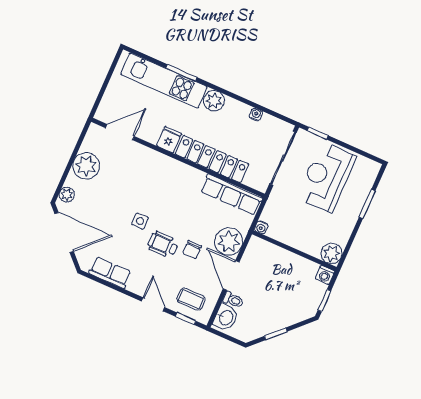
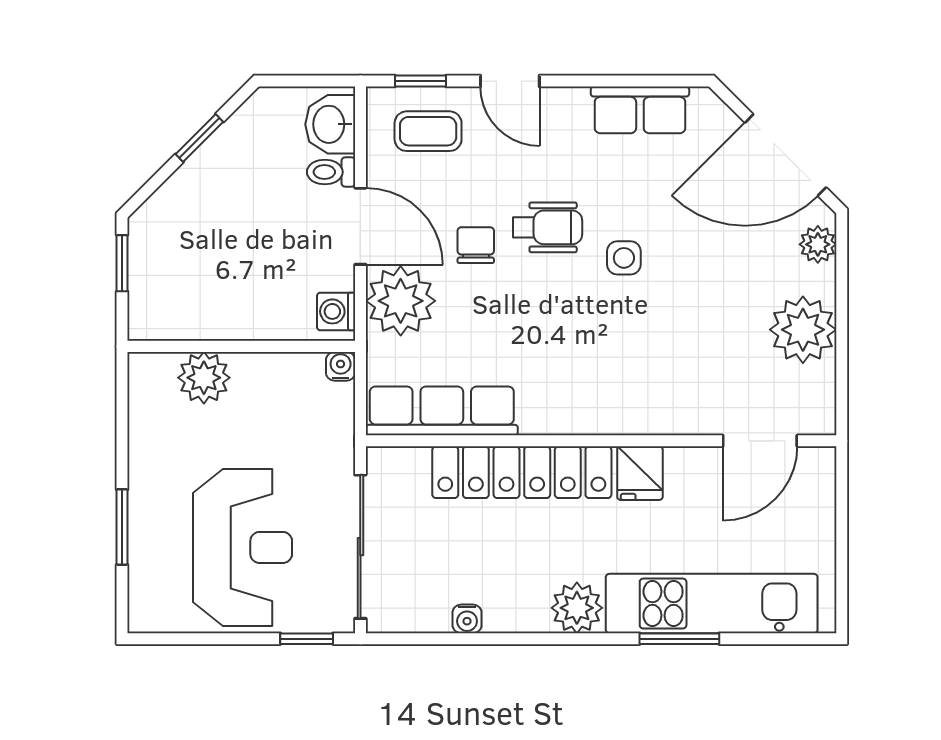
plant: (331, 253) -> (204, 378), moved
washing machine: (325, 275) -> (336, 311), moved, turned -90

